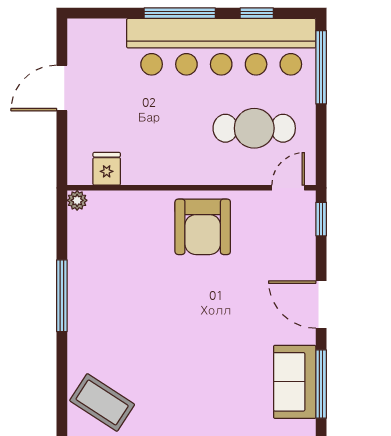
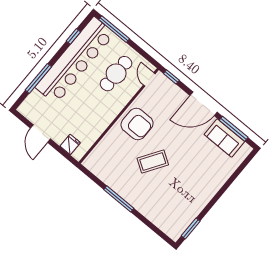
window: (180, 13) -> (38, 78), moved
fridge: (107, 169) -> (70, 144), moved, turned 90
plant: (77, 200) -> (88, 163), removed
door: (321, 304) -> (204, 104), width x1.36
coffee table: (102, 402) -> (153, 162), moved

